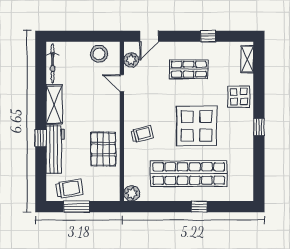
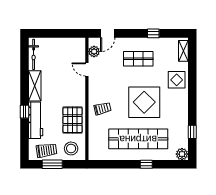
stool: (99, 54) -> (71, 148), moved
window: (259, 127) -> (192, 132), moved
plant: (132, 193) -> (182, 154), moved

